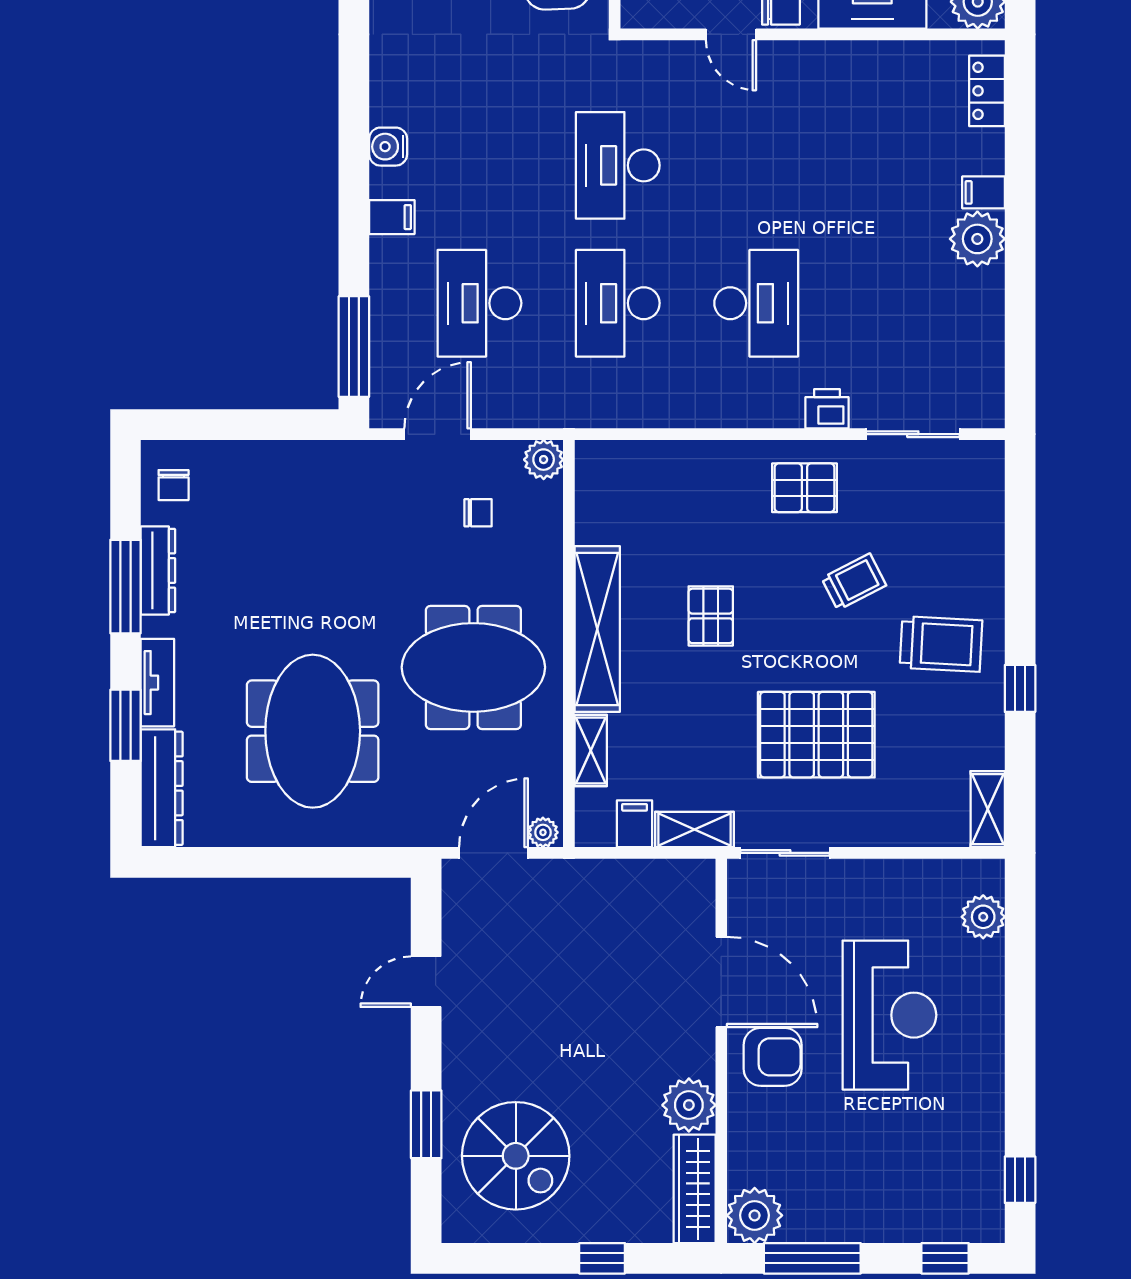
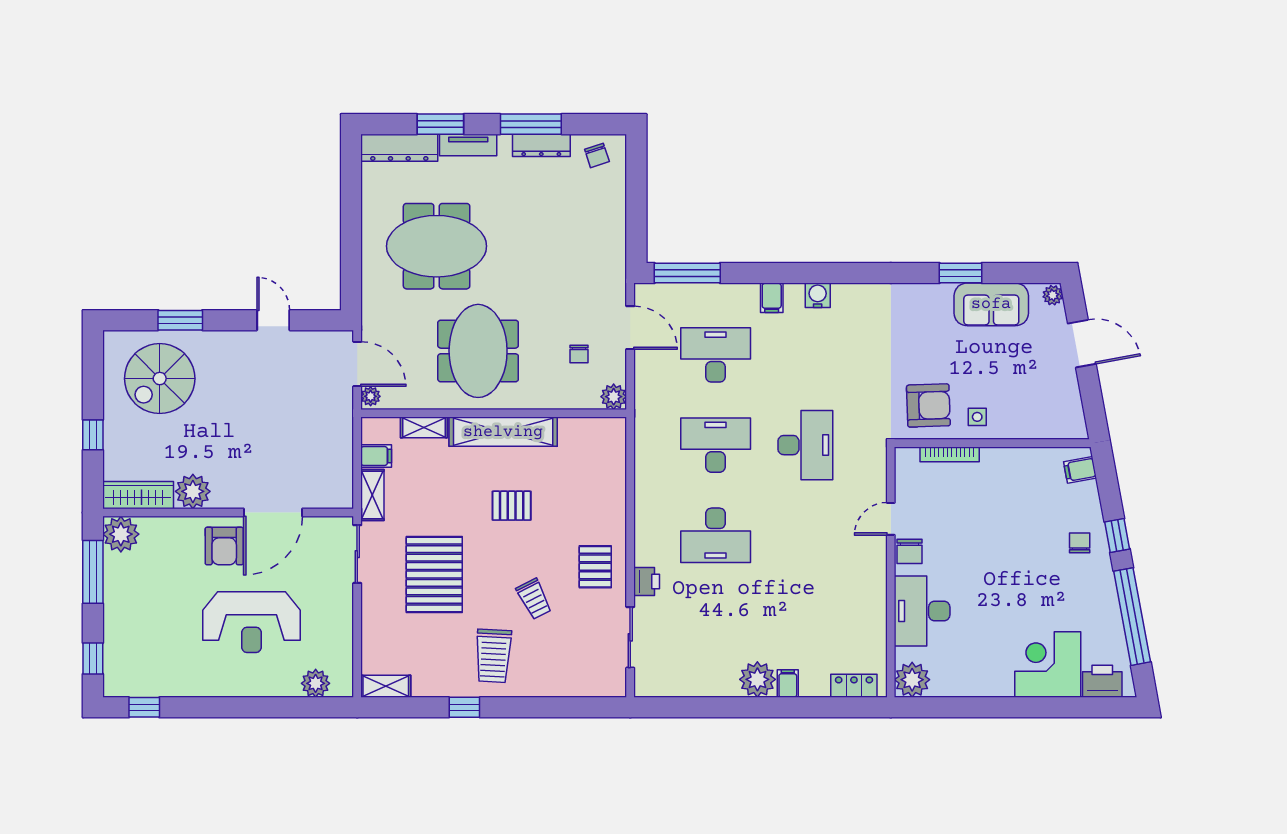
desk: (618, 165) -> (805, 445), turned 90
chair: (174, 485) -> (597, 155), turned -108

